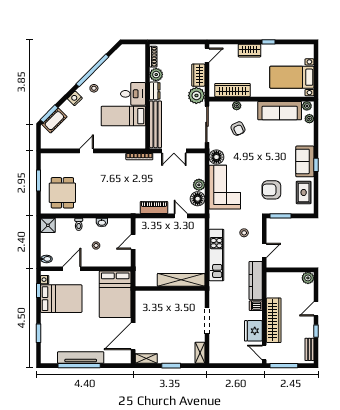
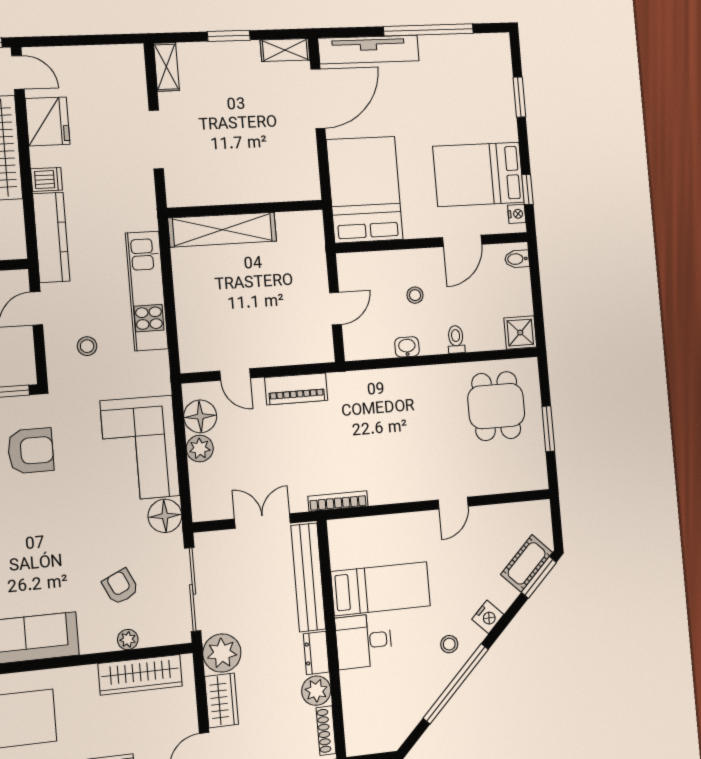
tv unit: (81, 358) -> (369, 49), moved

